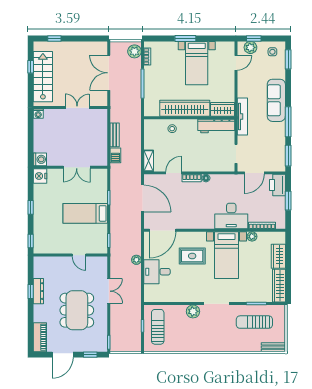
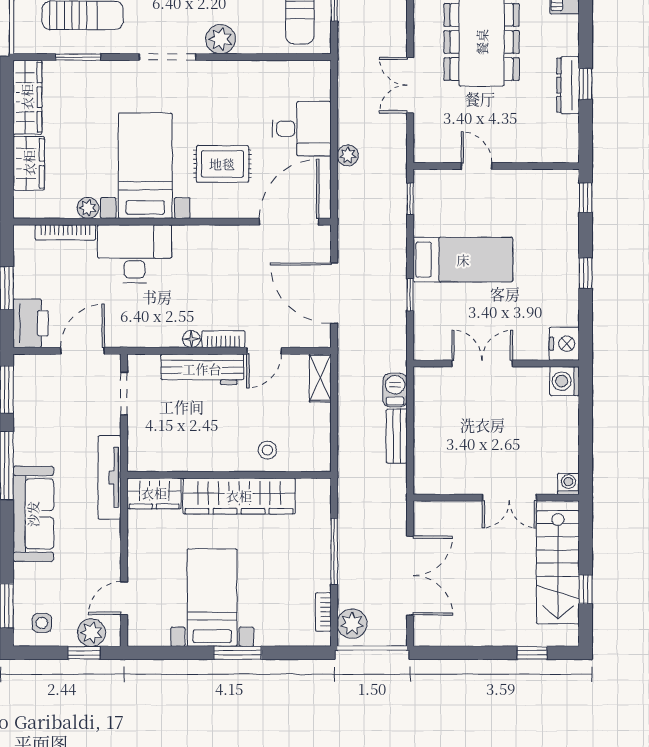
double door: (77, 108) -> (509, 498), moved
workbench: (216, 126) -> (202, 369), moved, turned 180

